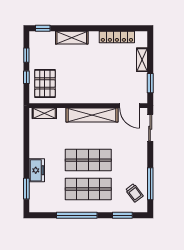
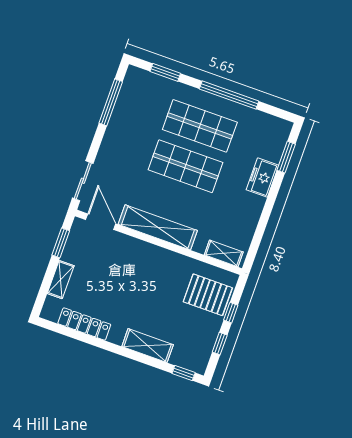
pallet: (45, 83) -> (208, 295), turned 90
trolley: (134, 193) -> (137, 97), removed

